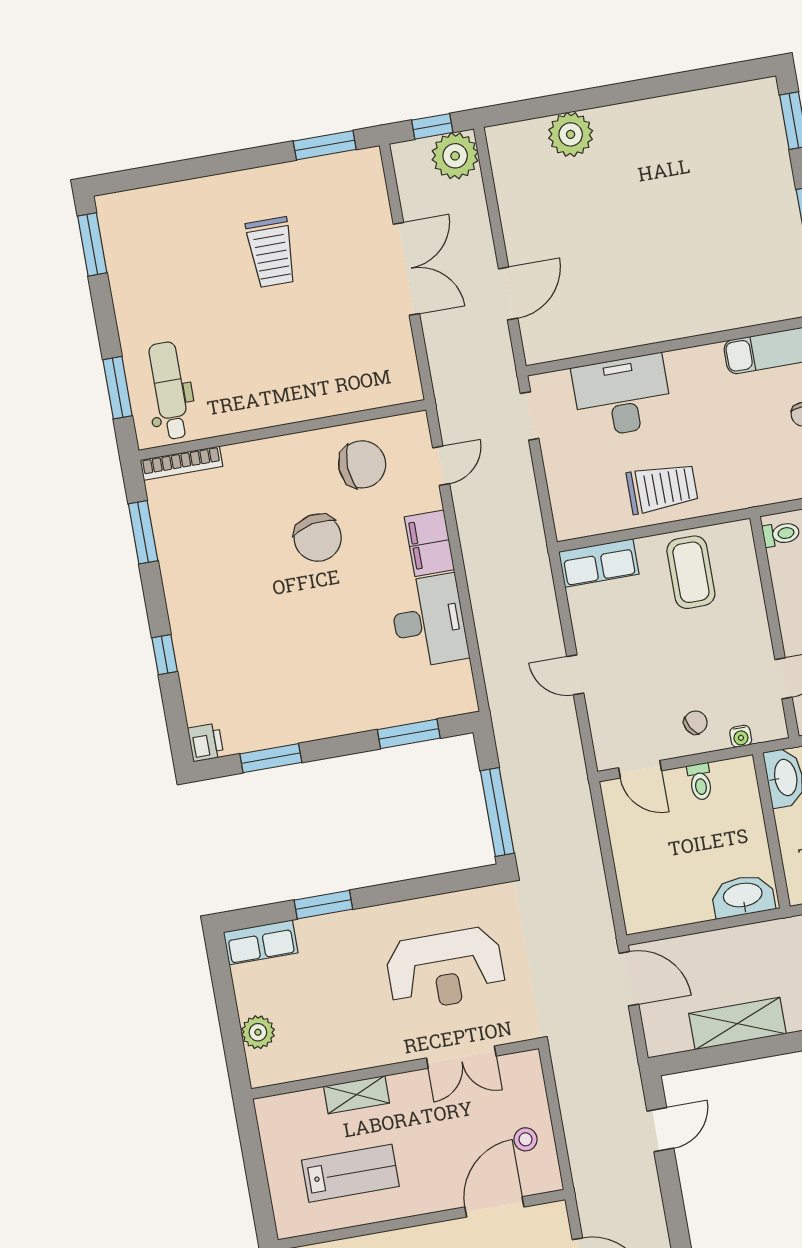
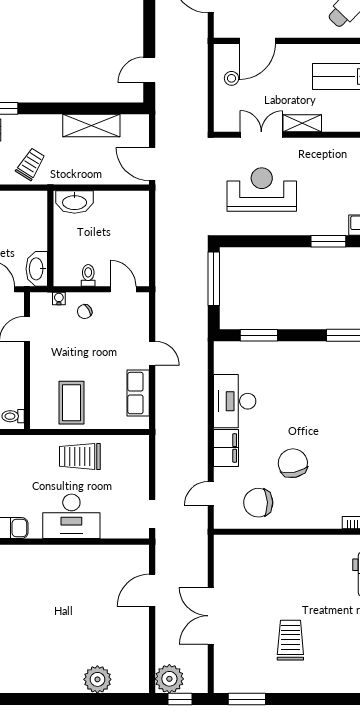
desk: (622, 396) -> (71, 516), moved
row of seats: (599, 563) -> (138, 393), moved, turned -90
shelving: (356, 1095) -> (302, 123), moved

